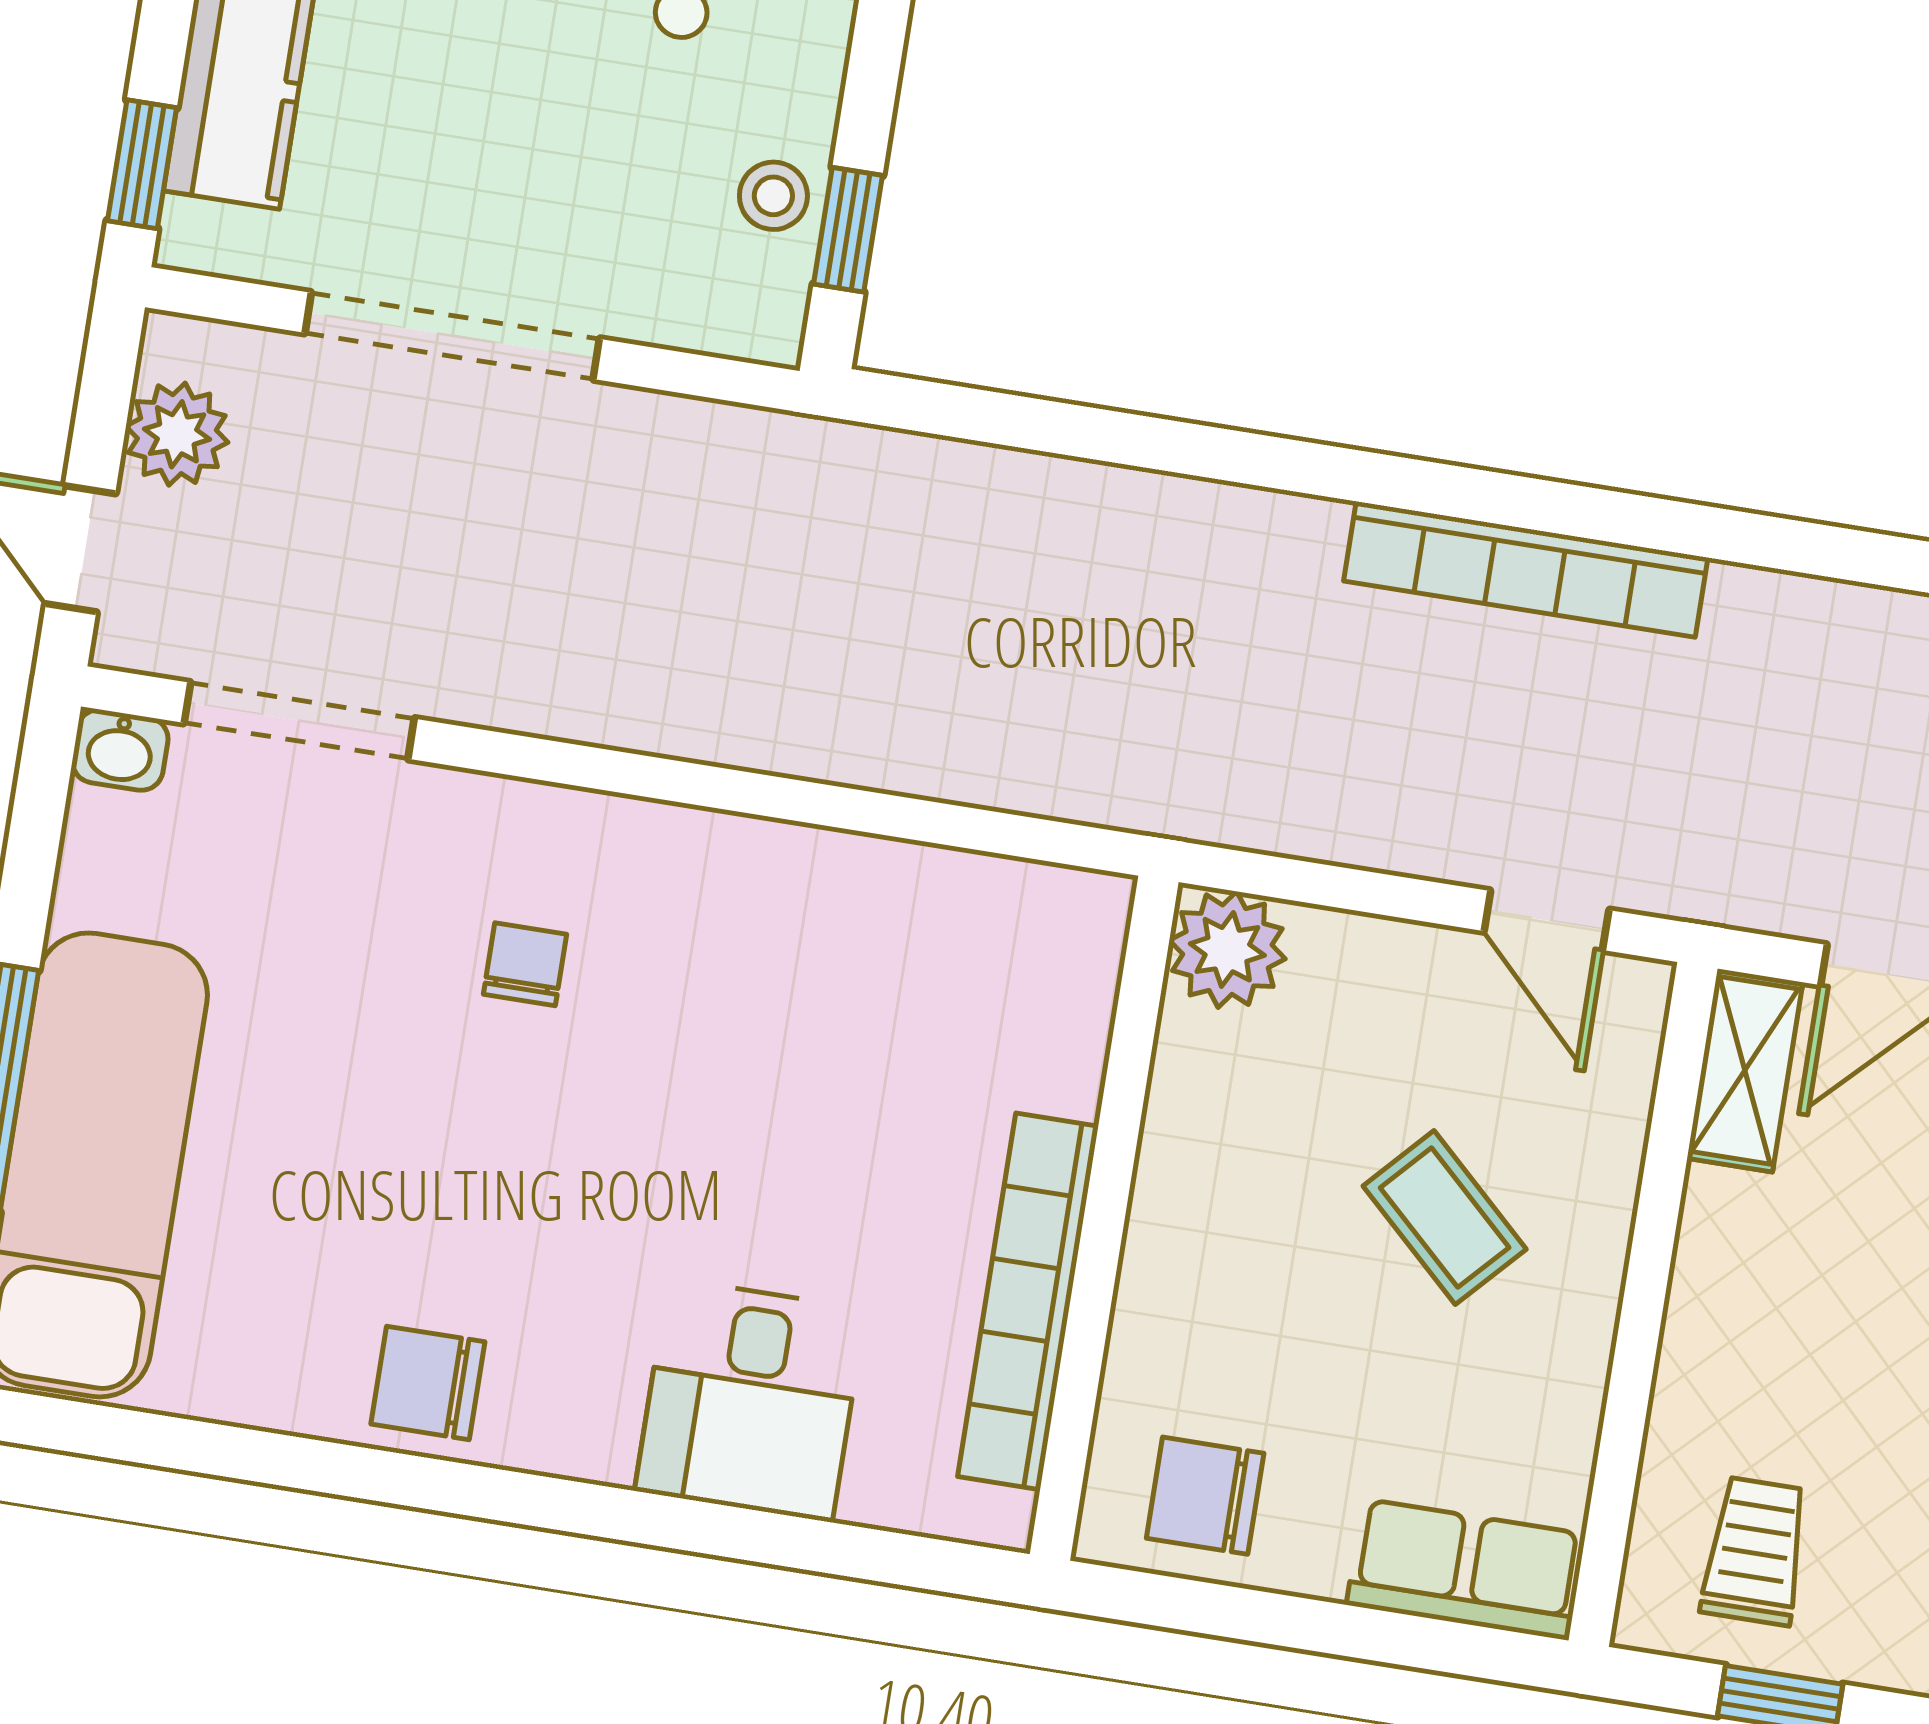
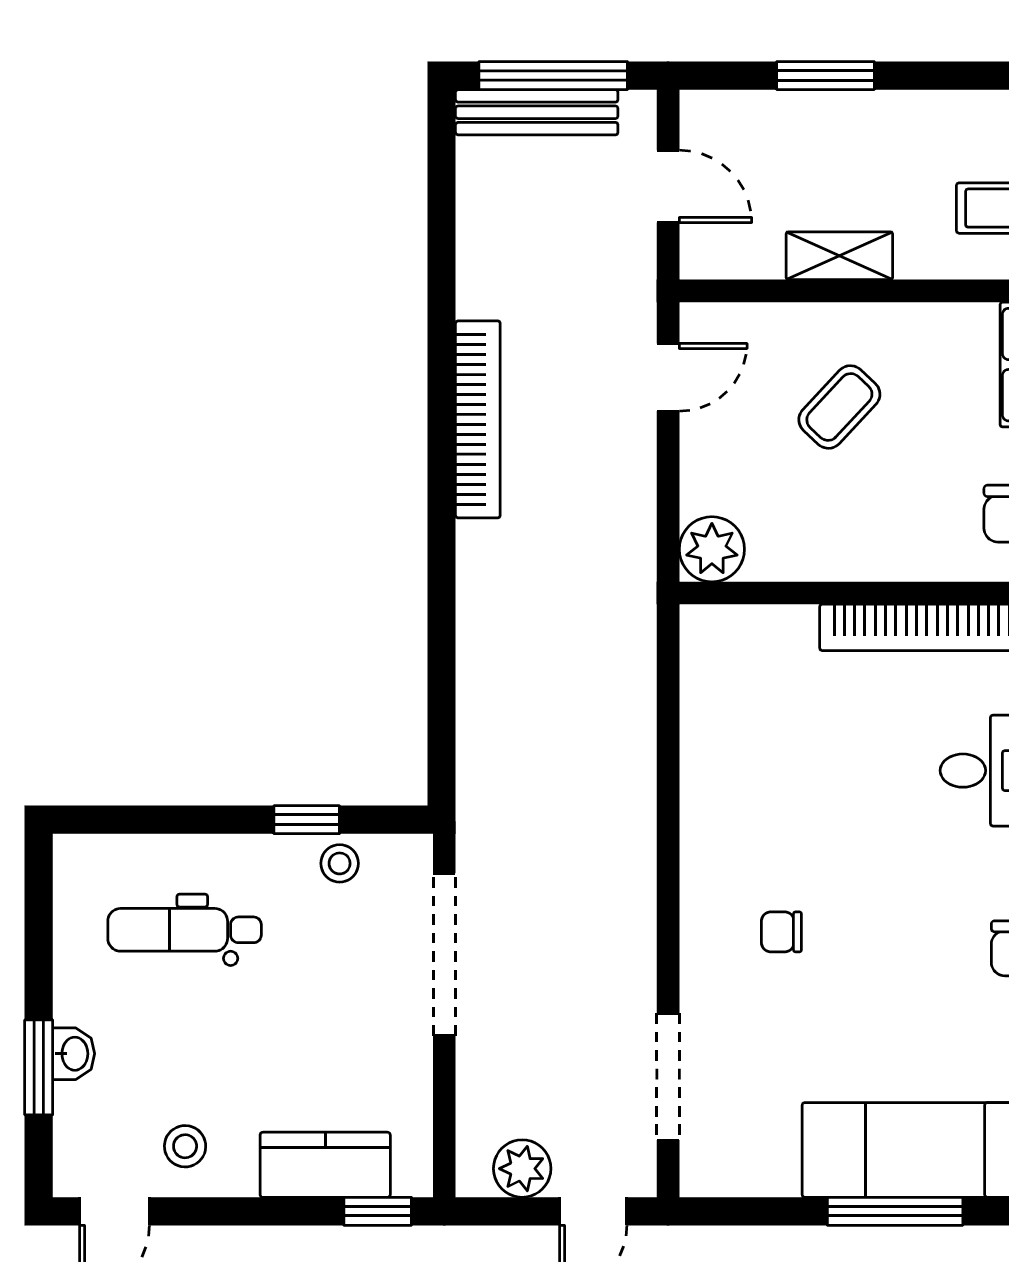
window: (848, 230) -> (307, 820), moved
doorway: (452, 336) -> (444, 955), moved
washbasin: (120, 750) -> (700, 1172), removed
shelving: (1745, 1070) -> (839, 256), moved

